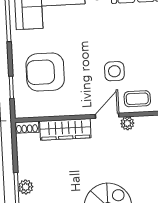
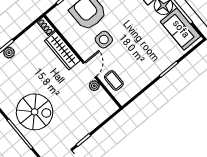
side table: (114, 71) -> (104, 40), moved
door: (107, 116) -> (90, 70), hinge flipped

